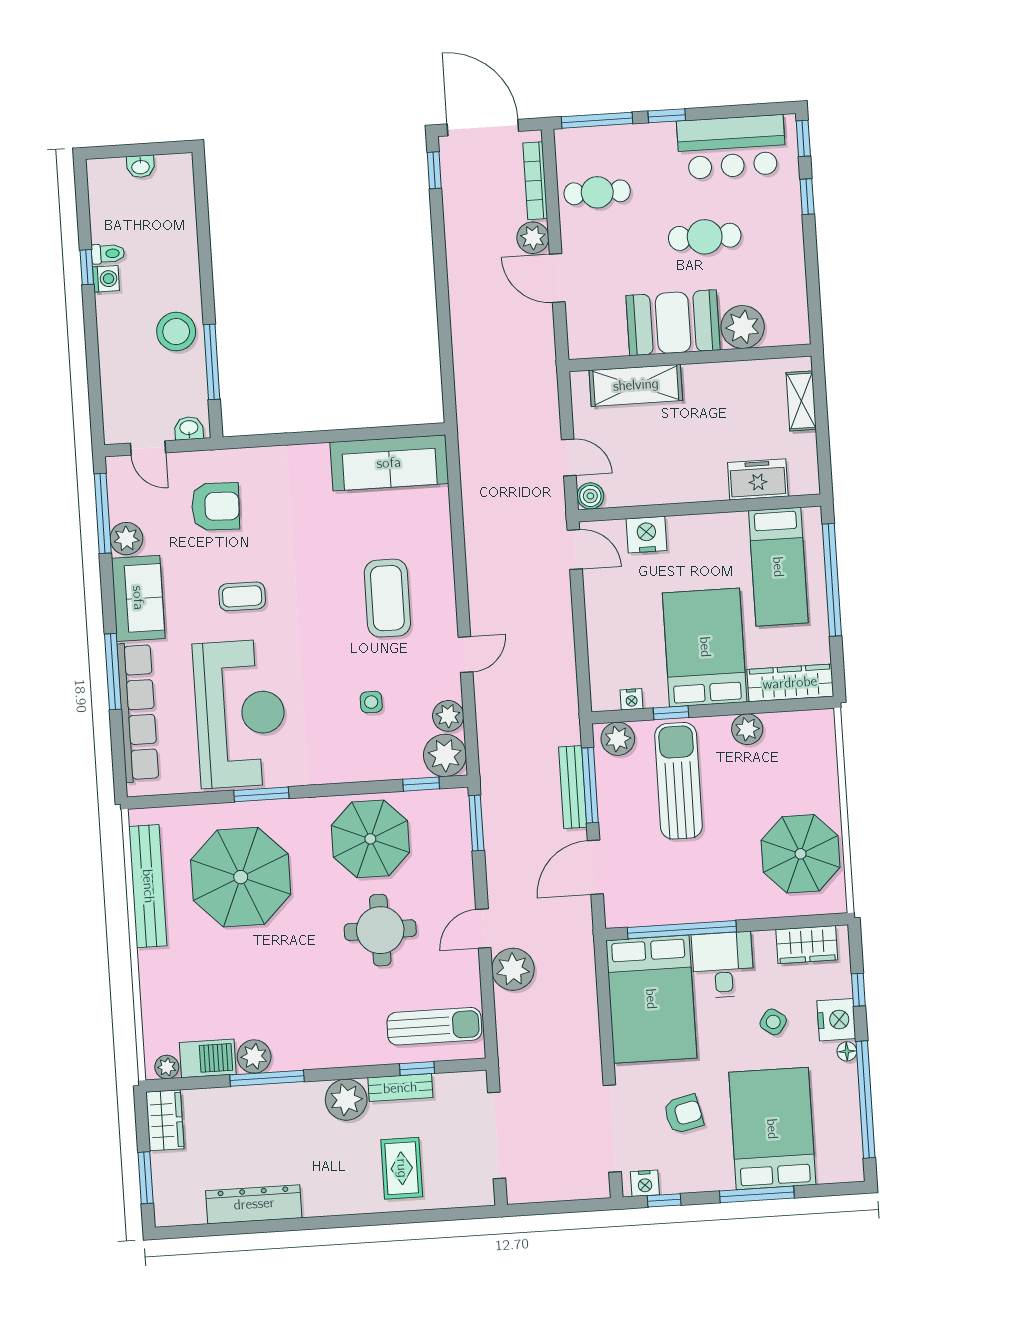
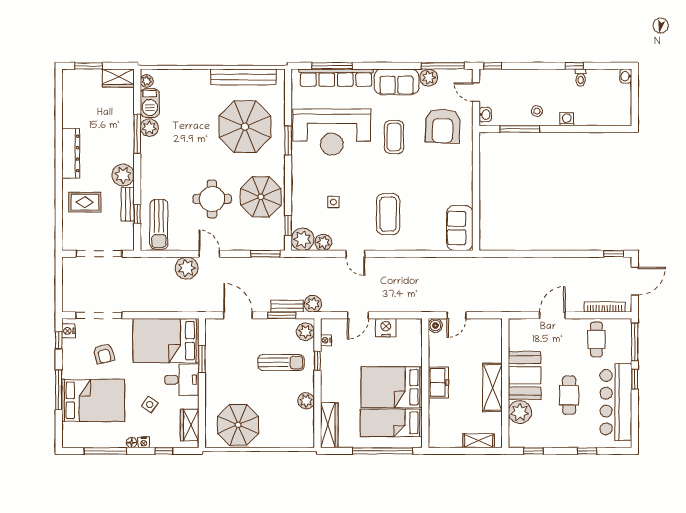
door: (483, 128) -> (635, 281), width x0.73
window: (803, 138) -> (533, 451), moved
bar counter: (732, 147) -> (616, 402), width x1.36
washbasin: (141, 167) -> (626, 76), moved
plant: (533, 238) -> (313, 304), moved
washing machine: (106, 279) -> (567, 119), moved, turned 180
stool: (176, 332) -> (537, 111), width x0.53, depth x0.53
shelving: (636, 385) -> (493, 387), moved
window: (97, 420) -> (493, 66), added
door: (148, 448) -> (476, 92), hinge flipped
sofa: (389, 463) -> (460, 228), width x0.73
freezer: (758, 479) -> (438, 383), moved
armchair: (215, 506) -> (443, 126), width x1.36, depth x1.36
nightstand: (647, 535) -> (386, 328), moved, turned -90
door: (575, 550) -> (358, 315), moved
coffee table: (242, 596) -> (394, 137), width x1.36, depth x1.30
coffee table: (387, 598) -> (388, 214), turned 90
bed: (705, 647) -> (392, 387), moved, turned 180
window: (113, 672) -> (332, 66), moved
sun lounger: (679, 781) -> (281, 363), width x0.73, depth x0.75
window: (590, 785) -> (282, 315), width x0.69
bench: (573, 787) -> (287, 306), width x0.73
window: (682, 930) -> (202, 359), width x0.47
nightstand: (836, 1020) -> (144, 442), width x0.53, depth x0.56
window: (865, 1100) -> (105, 451), width x0.68
dresser: (254, 1204) -> (71, 153), moved

